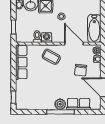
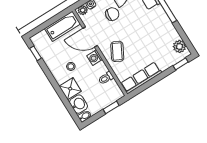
washing machine: (47, 38) -> (95, 58), moved
door: (74, 44) -> (90, 37), hinge flipped
plant: (60, 104) -> (179, 46), moved

